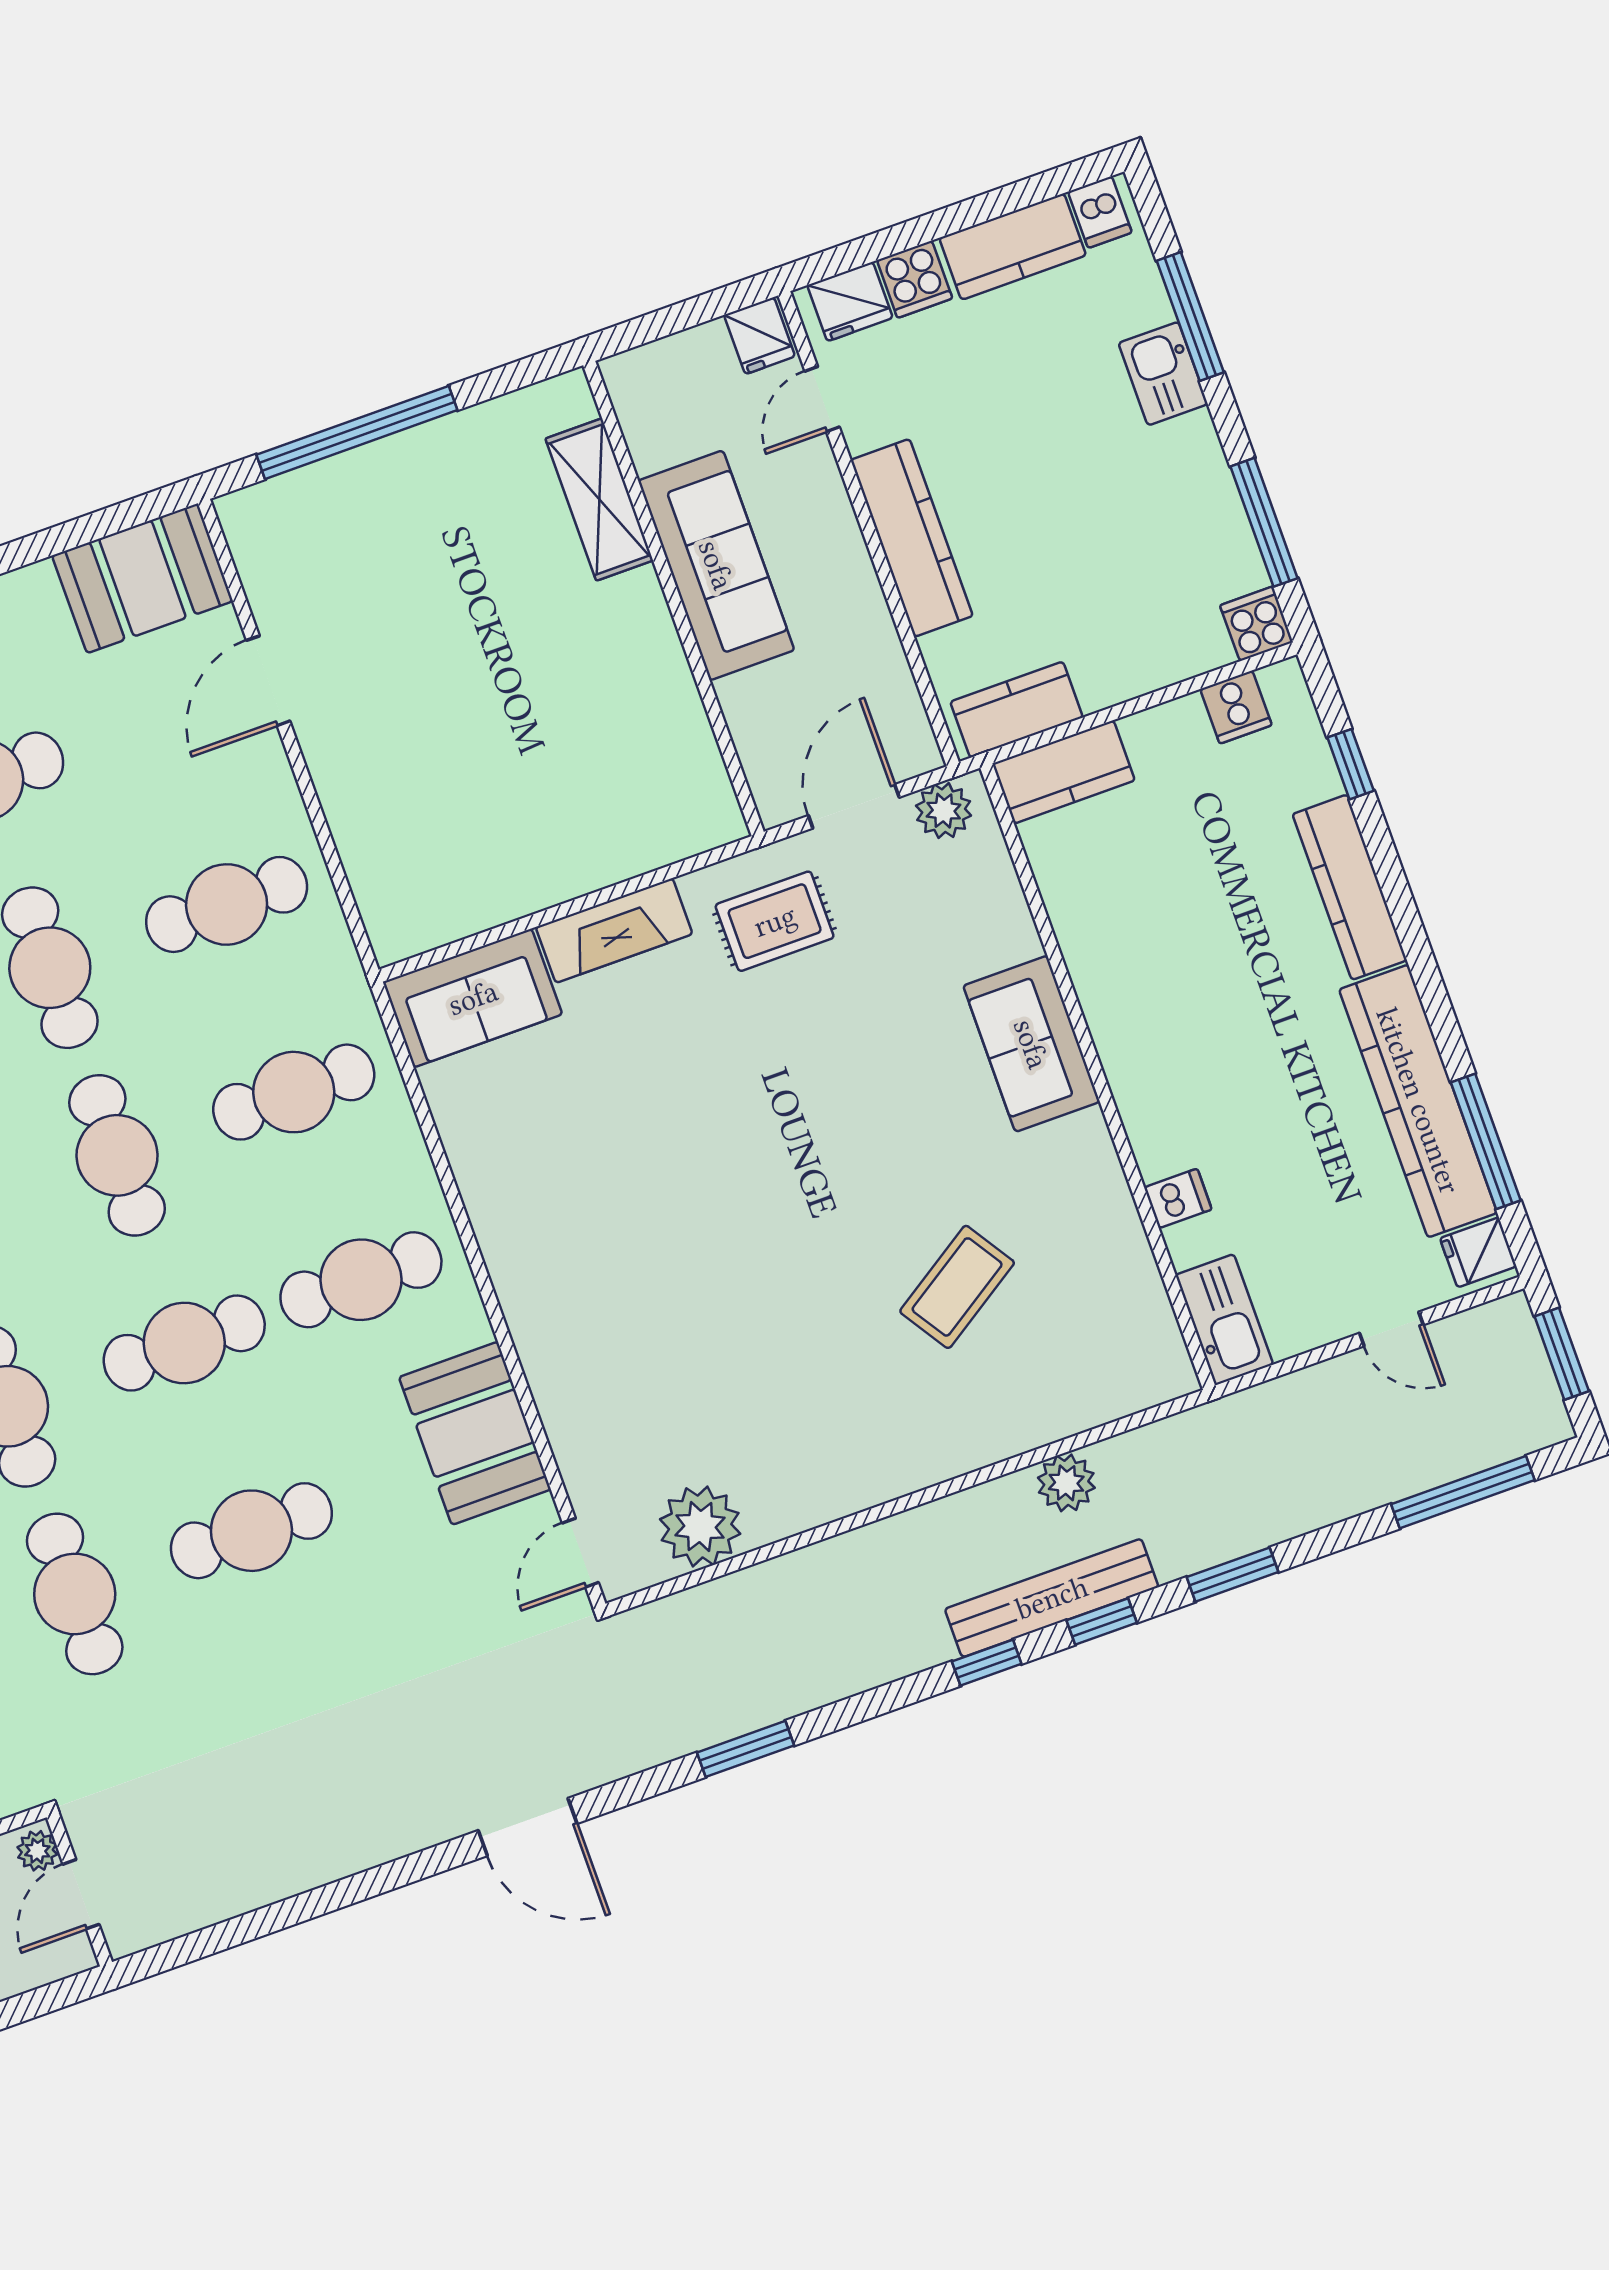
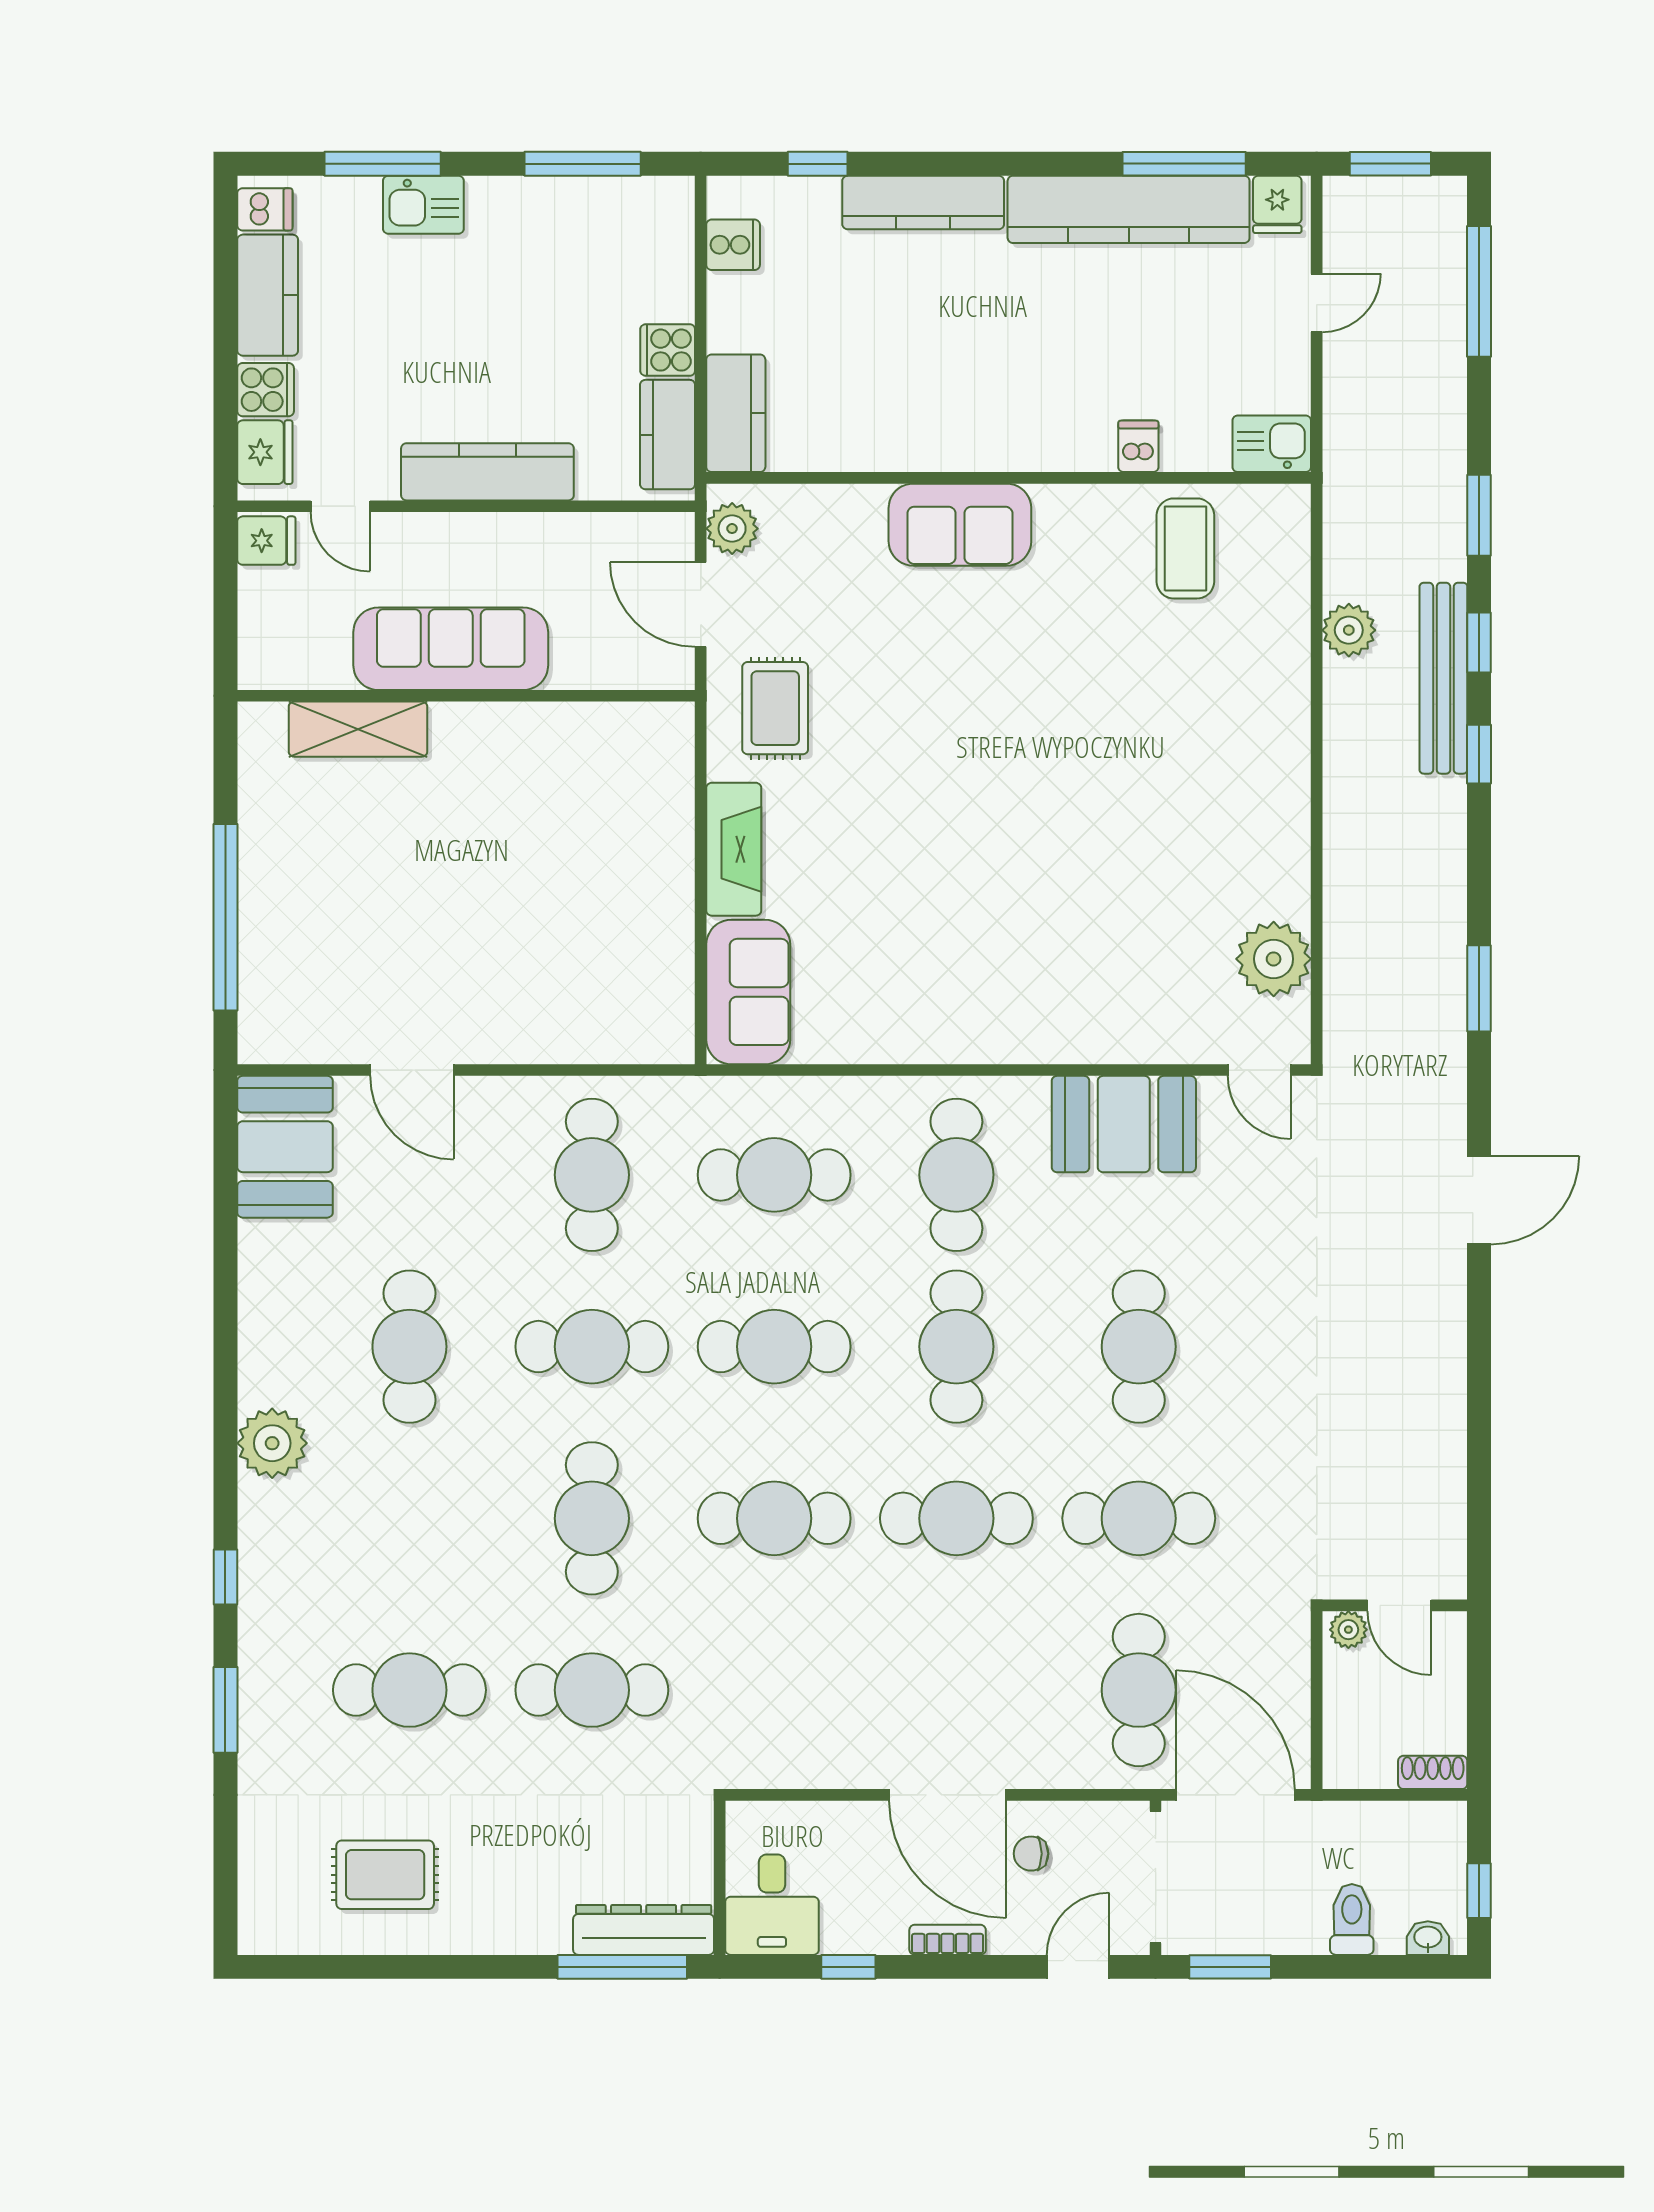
cooker: (1256, 624) -> (668, 350), moved
cafe table: (294, 1092) -> (774, 1175), turned 90
coffee table: (957, 1287) -> (1185, 548), moved, turned 33
kitchen sink: (1224, 1320) -> (1272, 444), width x0.73

